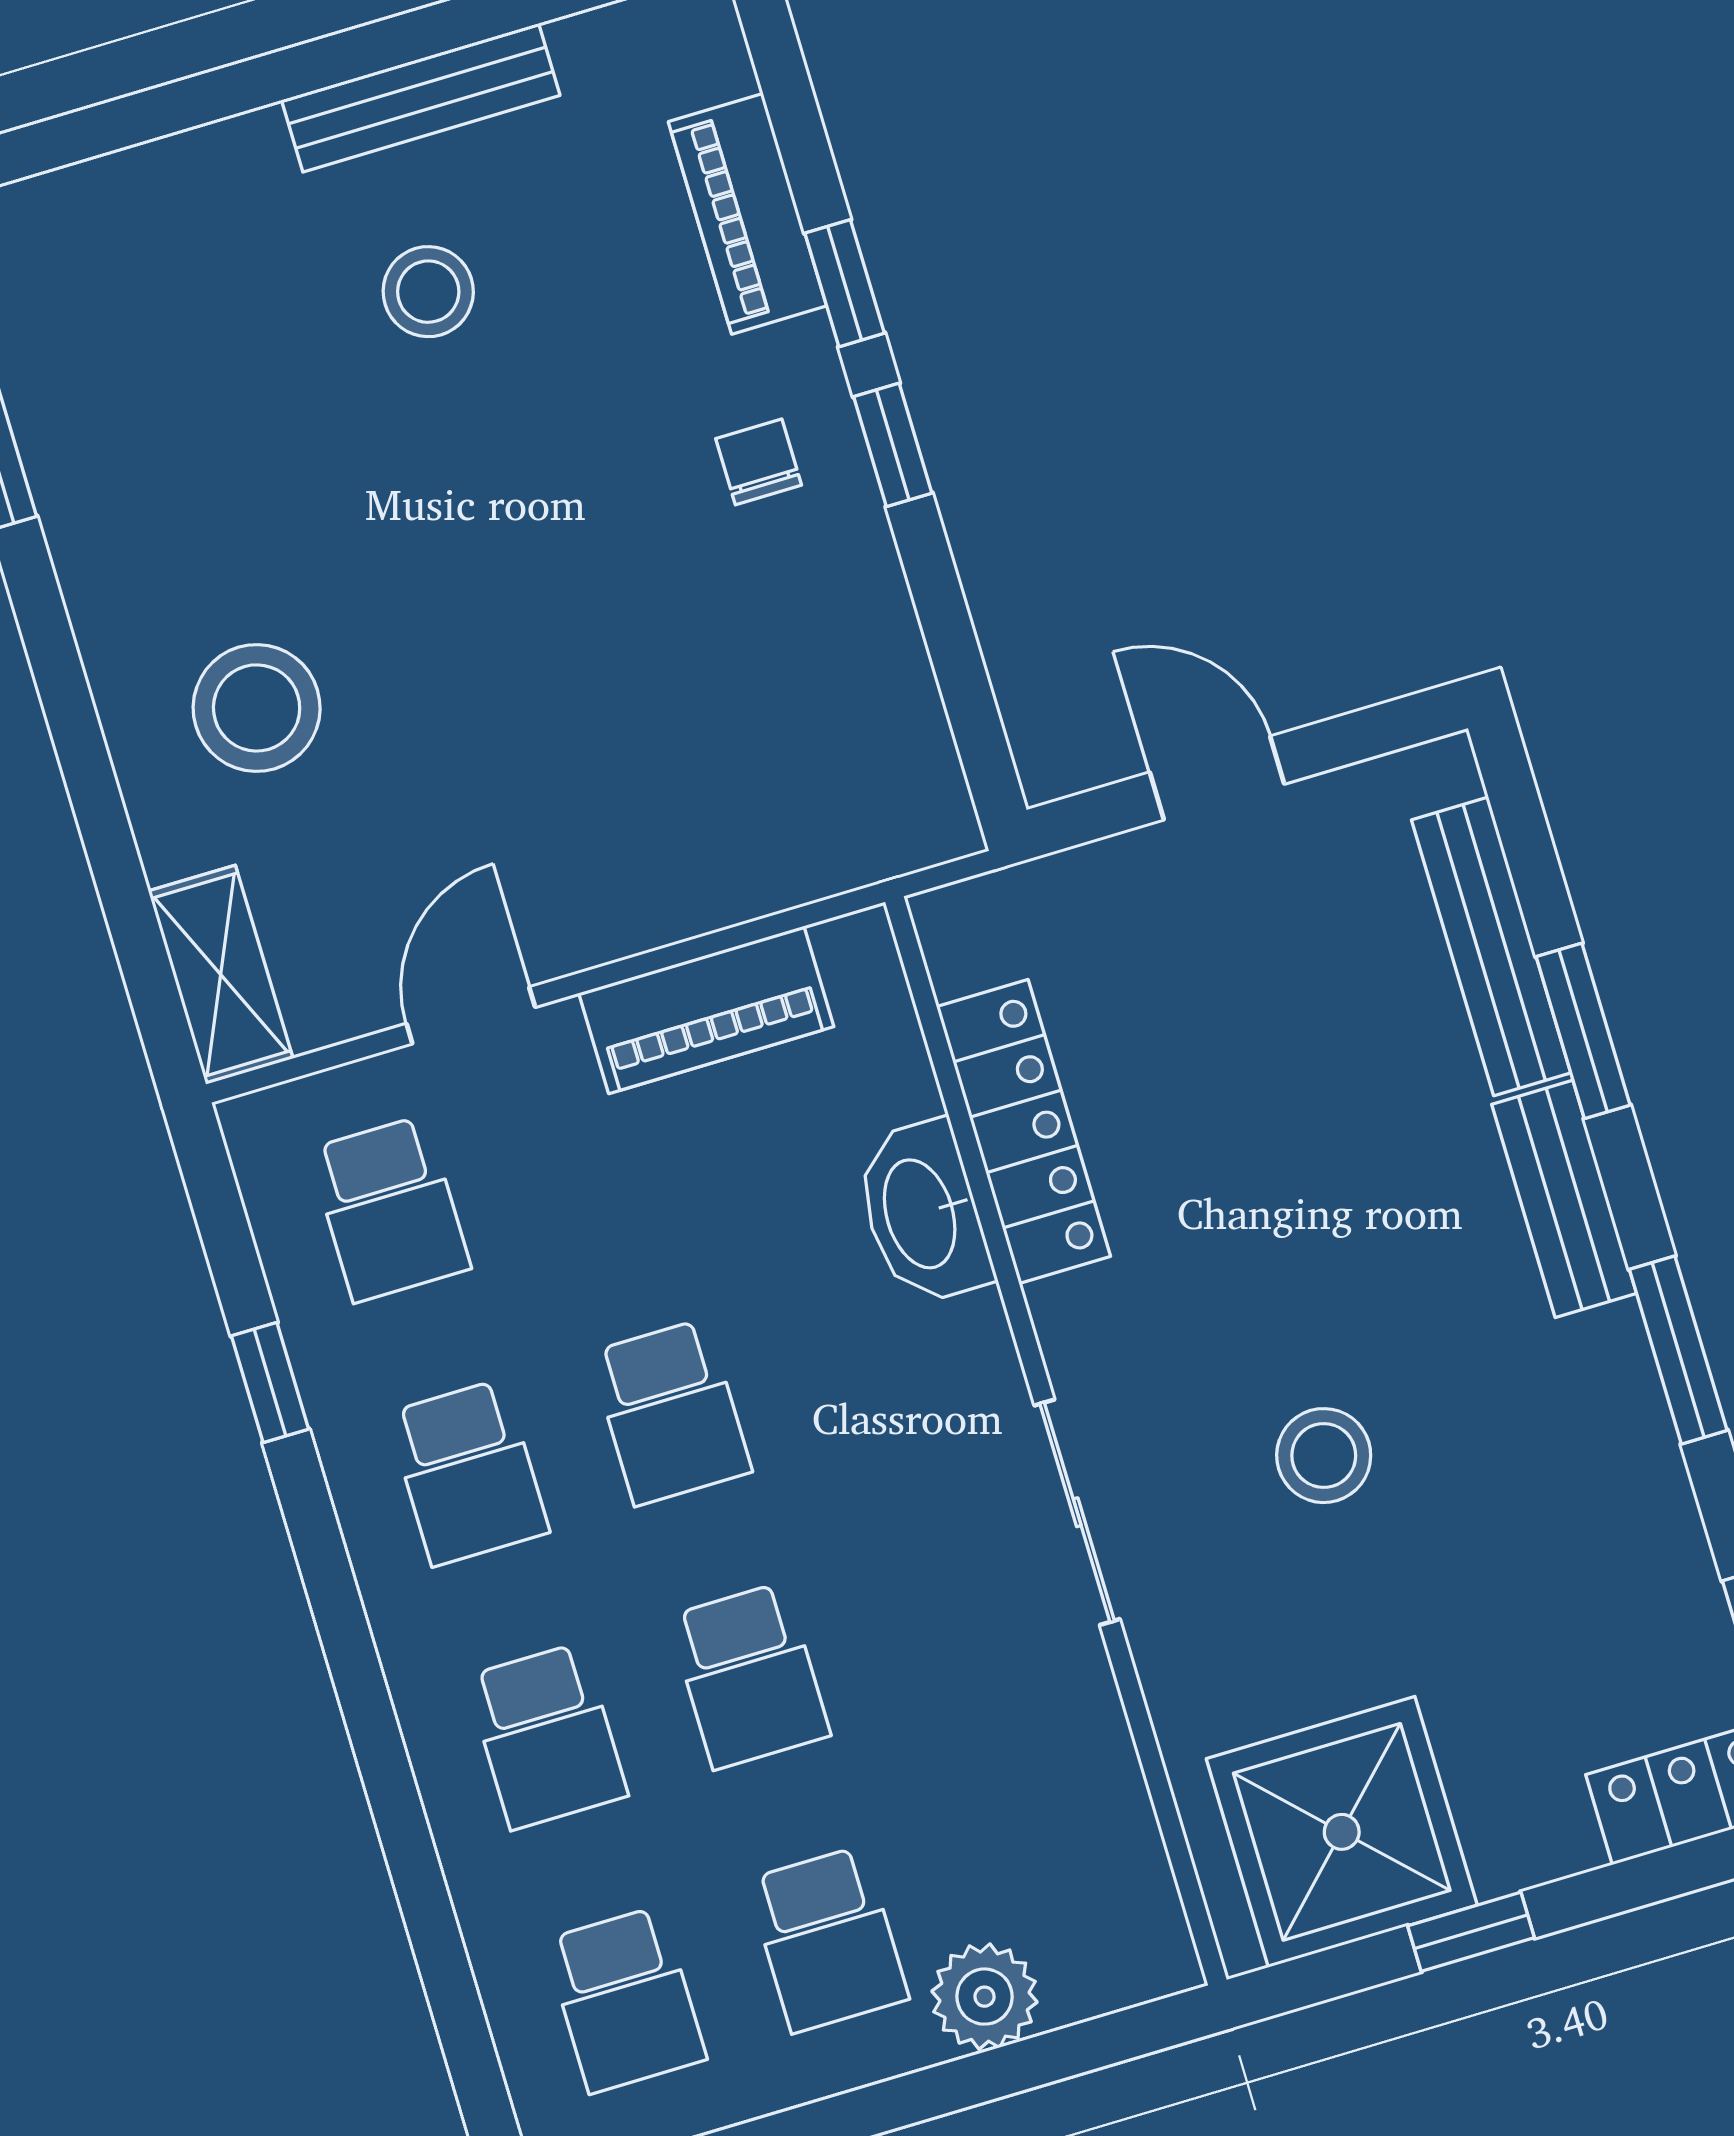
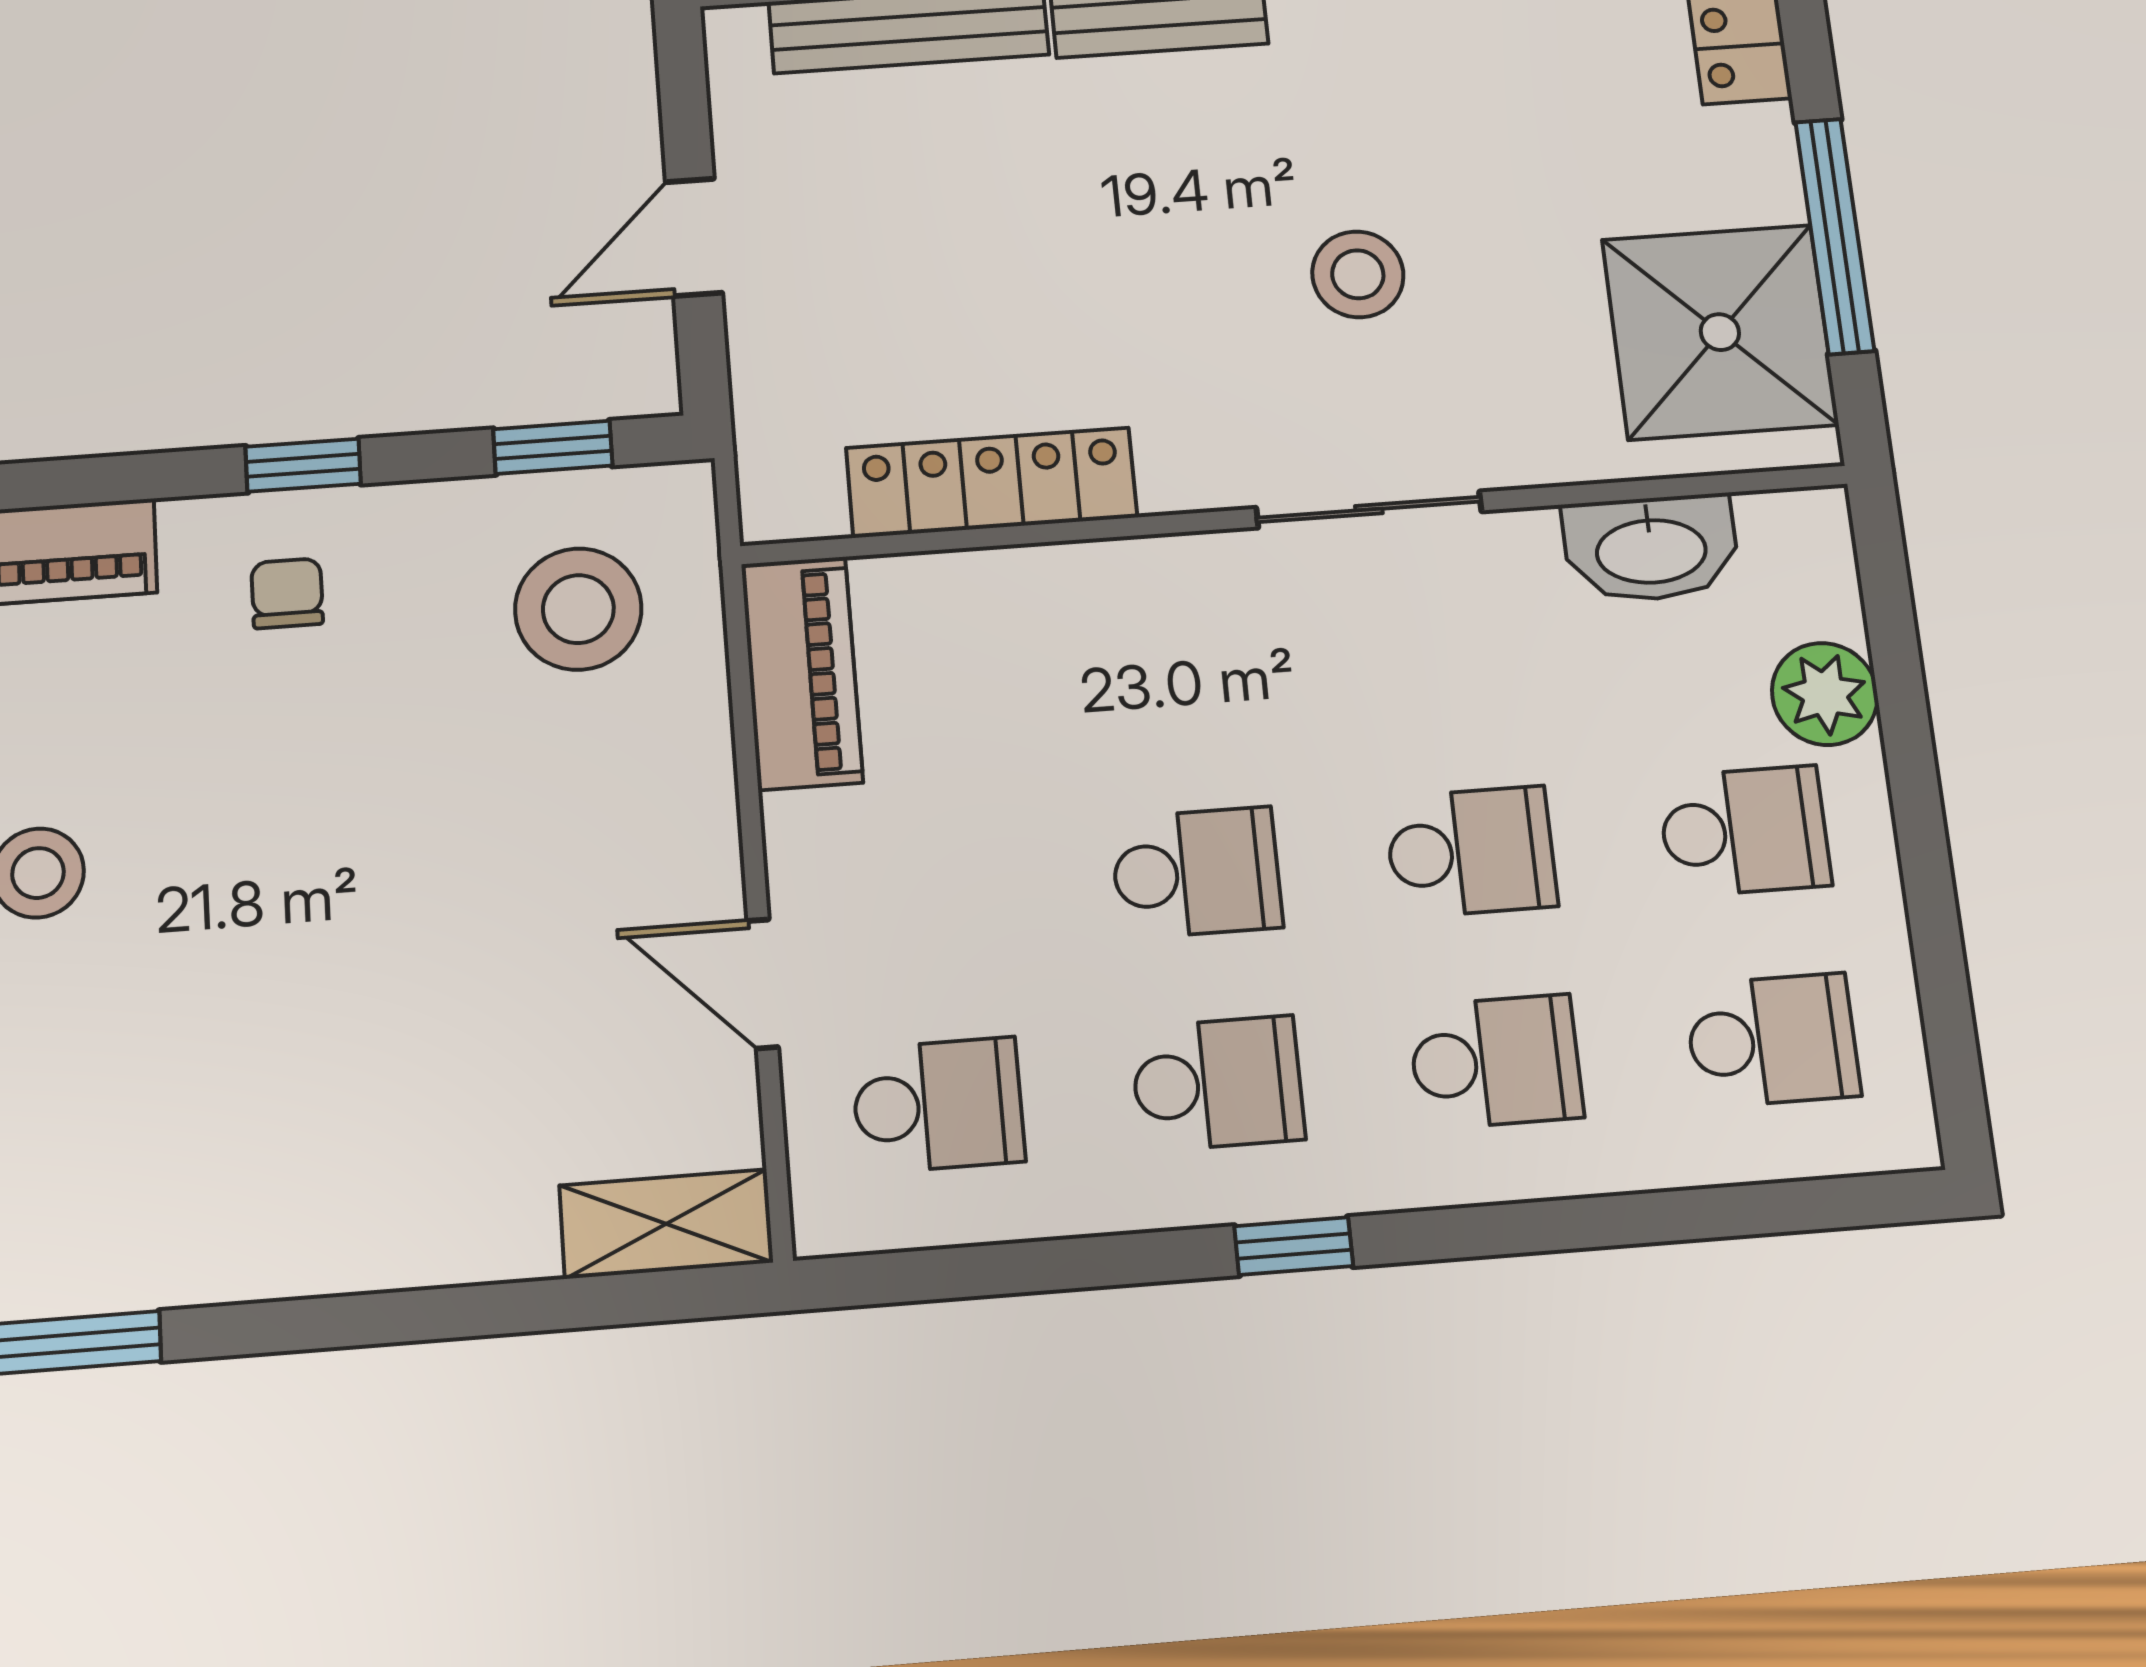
window: (845, 283) -> (553, 447), moved
chair: (759, 462) -> (287, 593), turned 90
stool: (257, 708) -> (578, 609), moved
piano: (706, 1010) -> (802, 673), moved
washbasin: (923, 1213) -> (1651, 548), moved
window: (270, 1383) -> (1294, 1246), moved
window: (1471, 1932) -> (1835, 236), width x2.17

